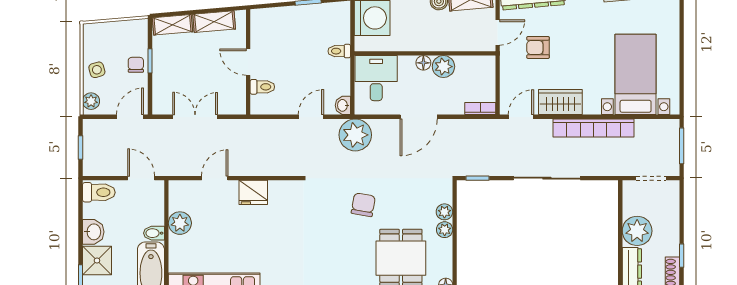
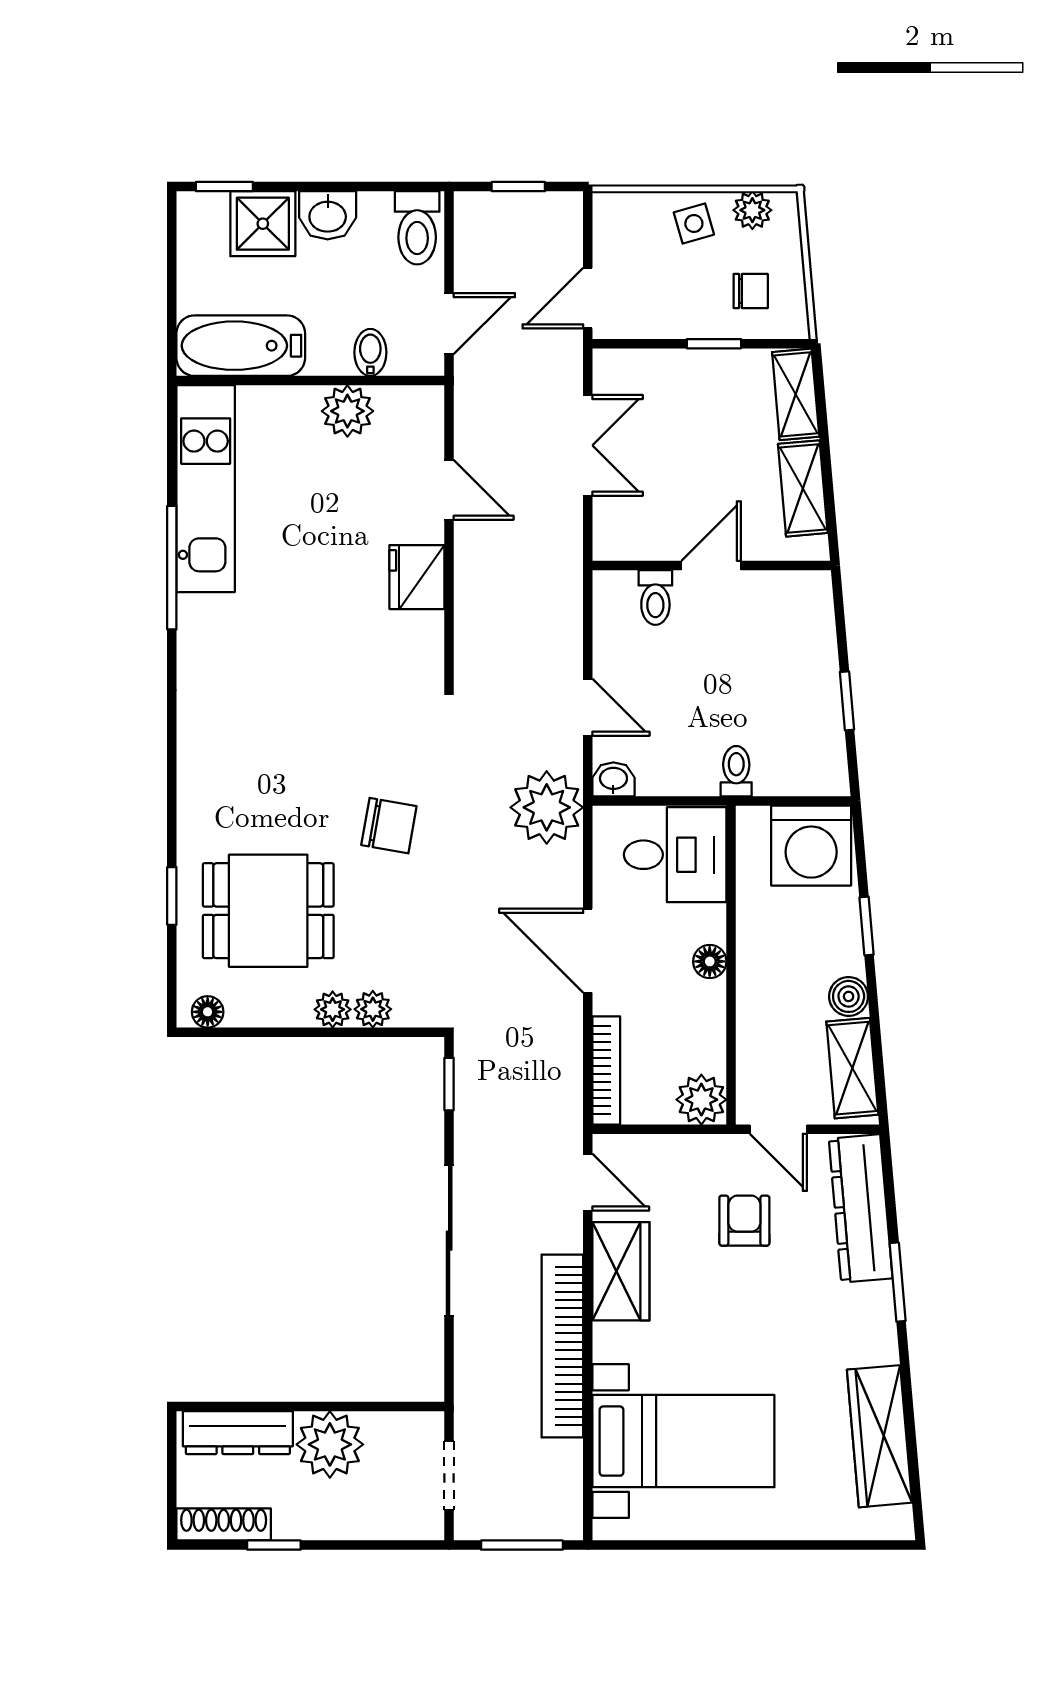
chair: (136, 65) -> (751, 291), moved
plant: (443, 67) -> (701, 1100), moved
plant: (91, 101) -> (752, 210), moved
bookcase: (480, 109) -> (606, 1070), width x1.56
door: (130, 117) -> (588, 298), swing flipped
bidet: (154, 233) -> (370, 352), moved

